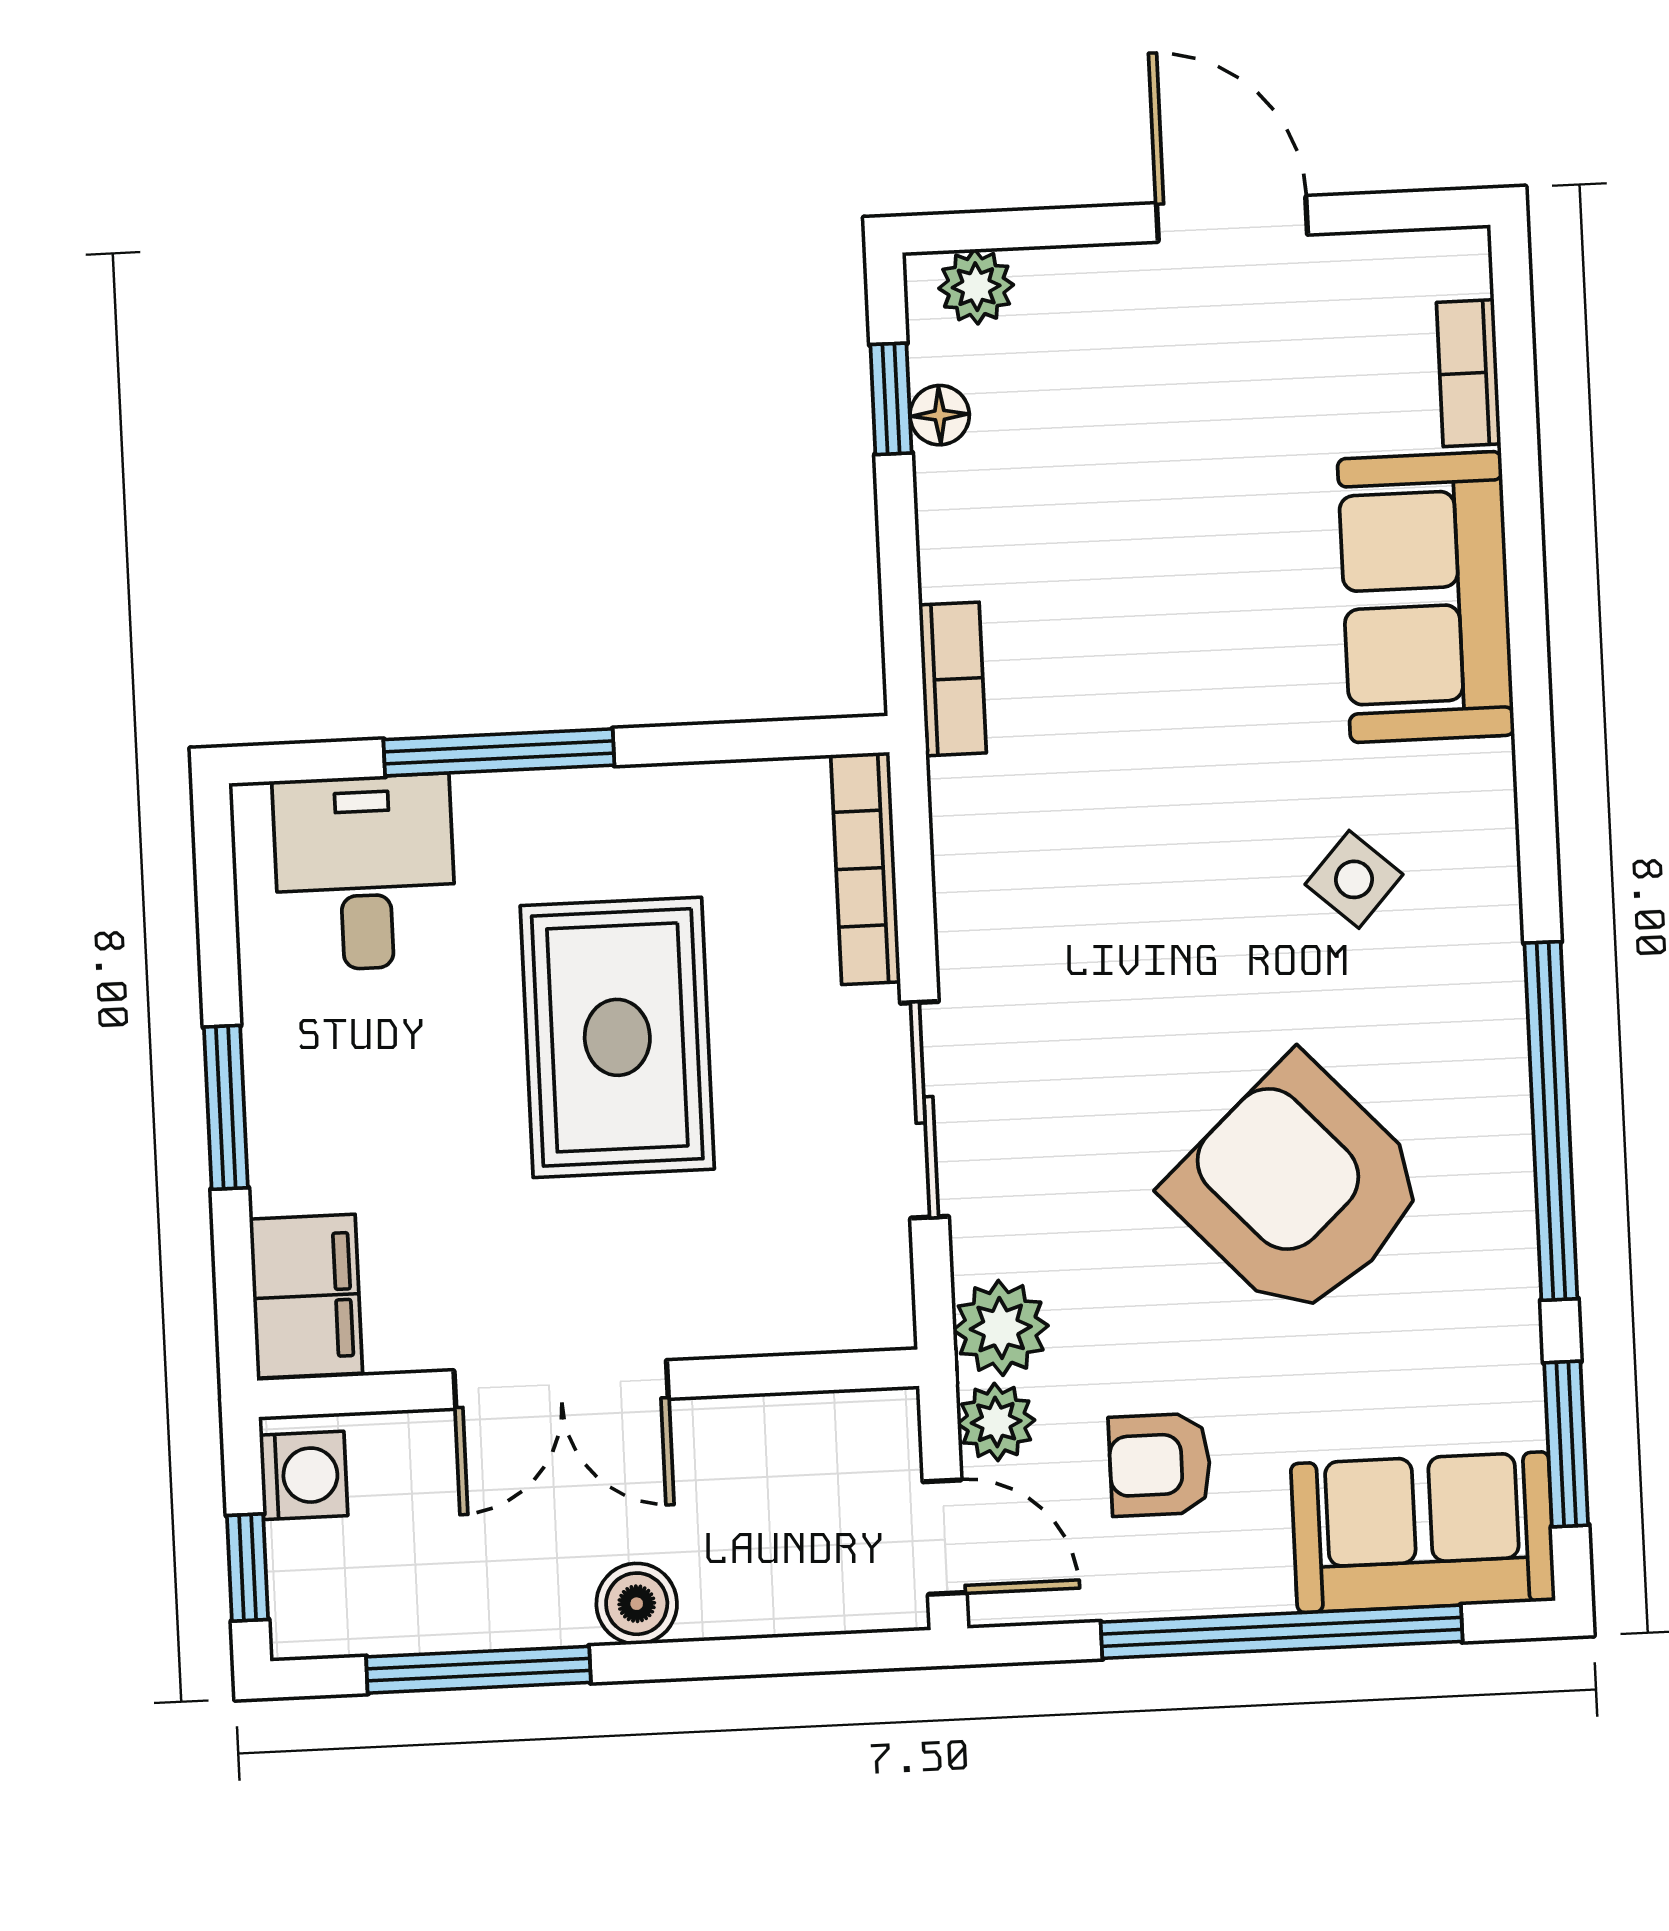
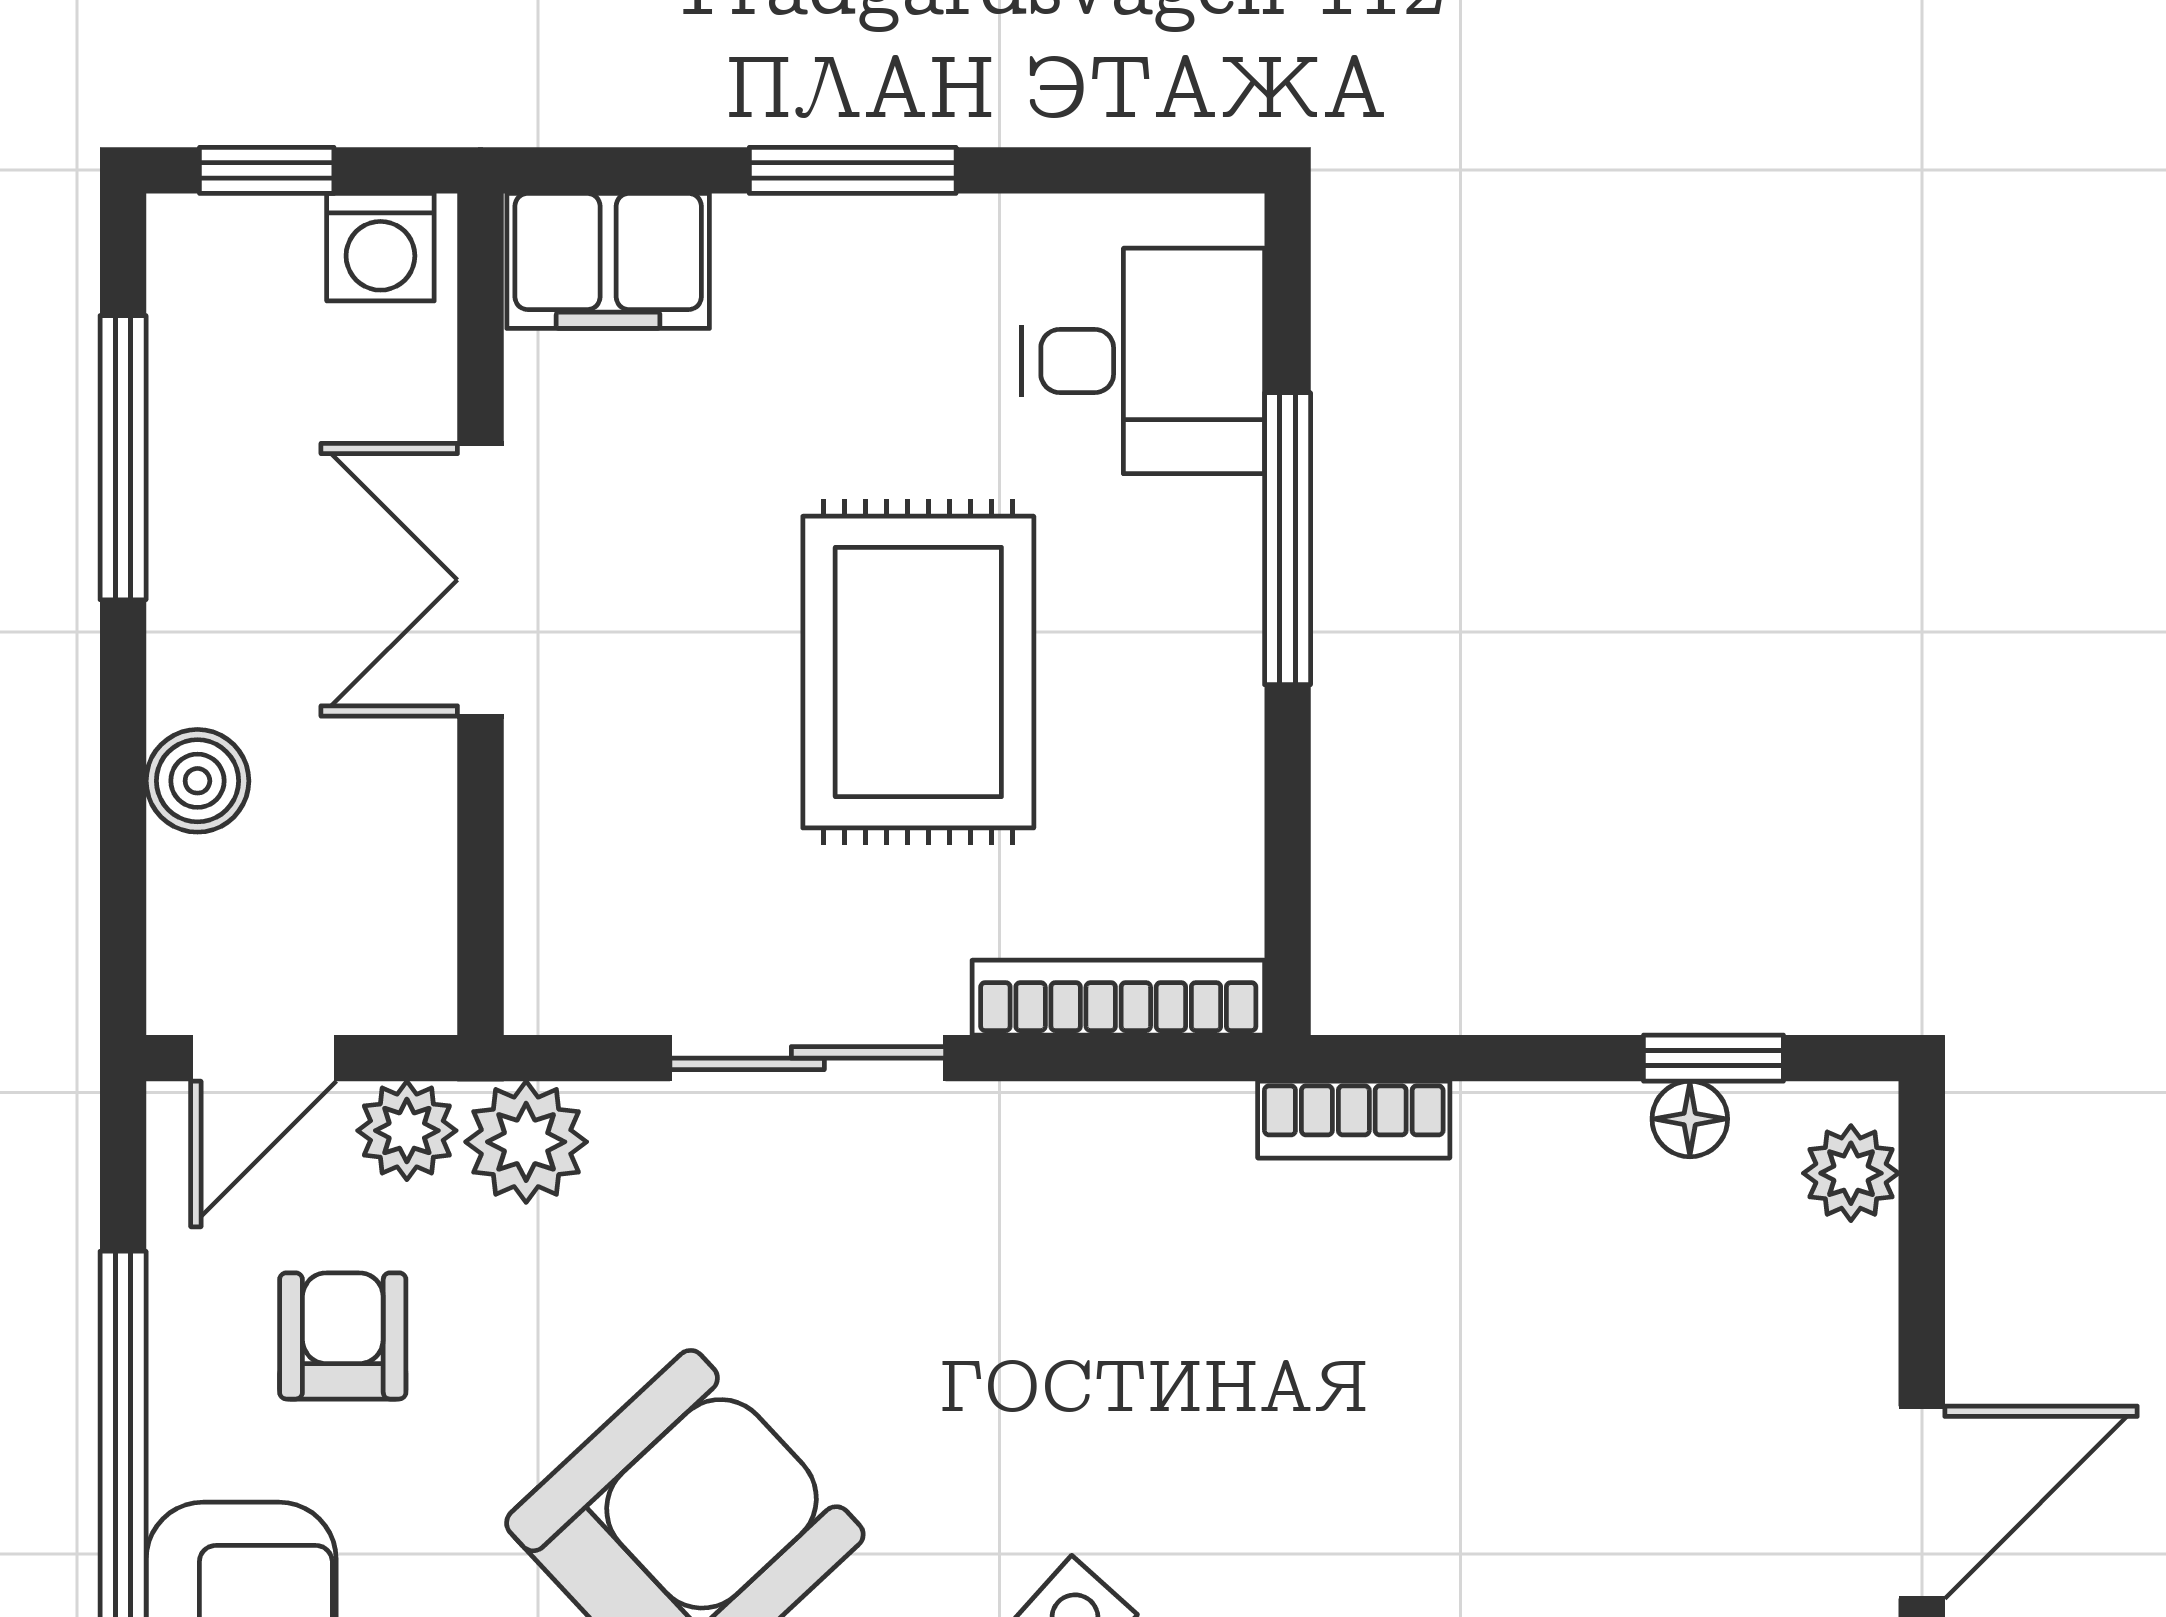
rug: (617, 1037) -> (918, 672), turned 90
boiler: (637, 1604) -> (197, 781), moved

